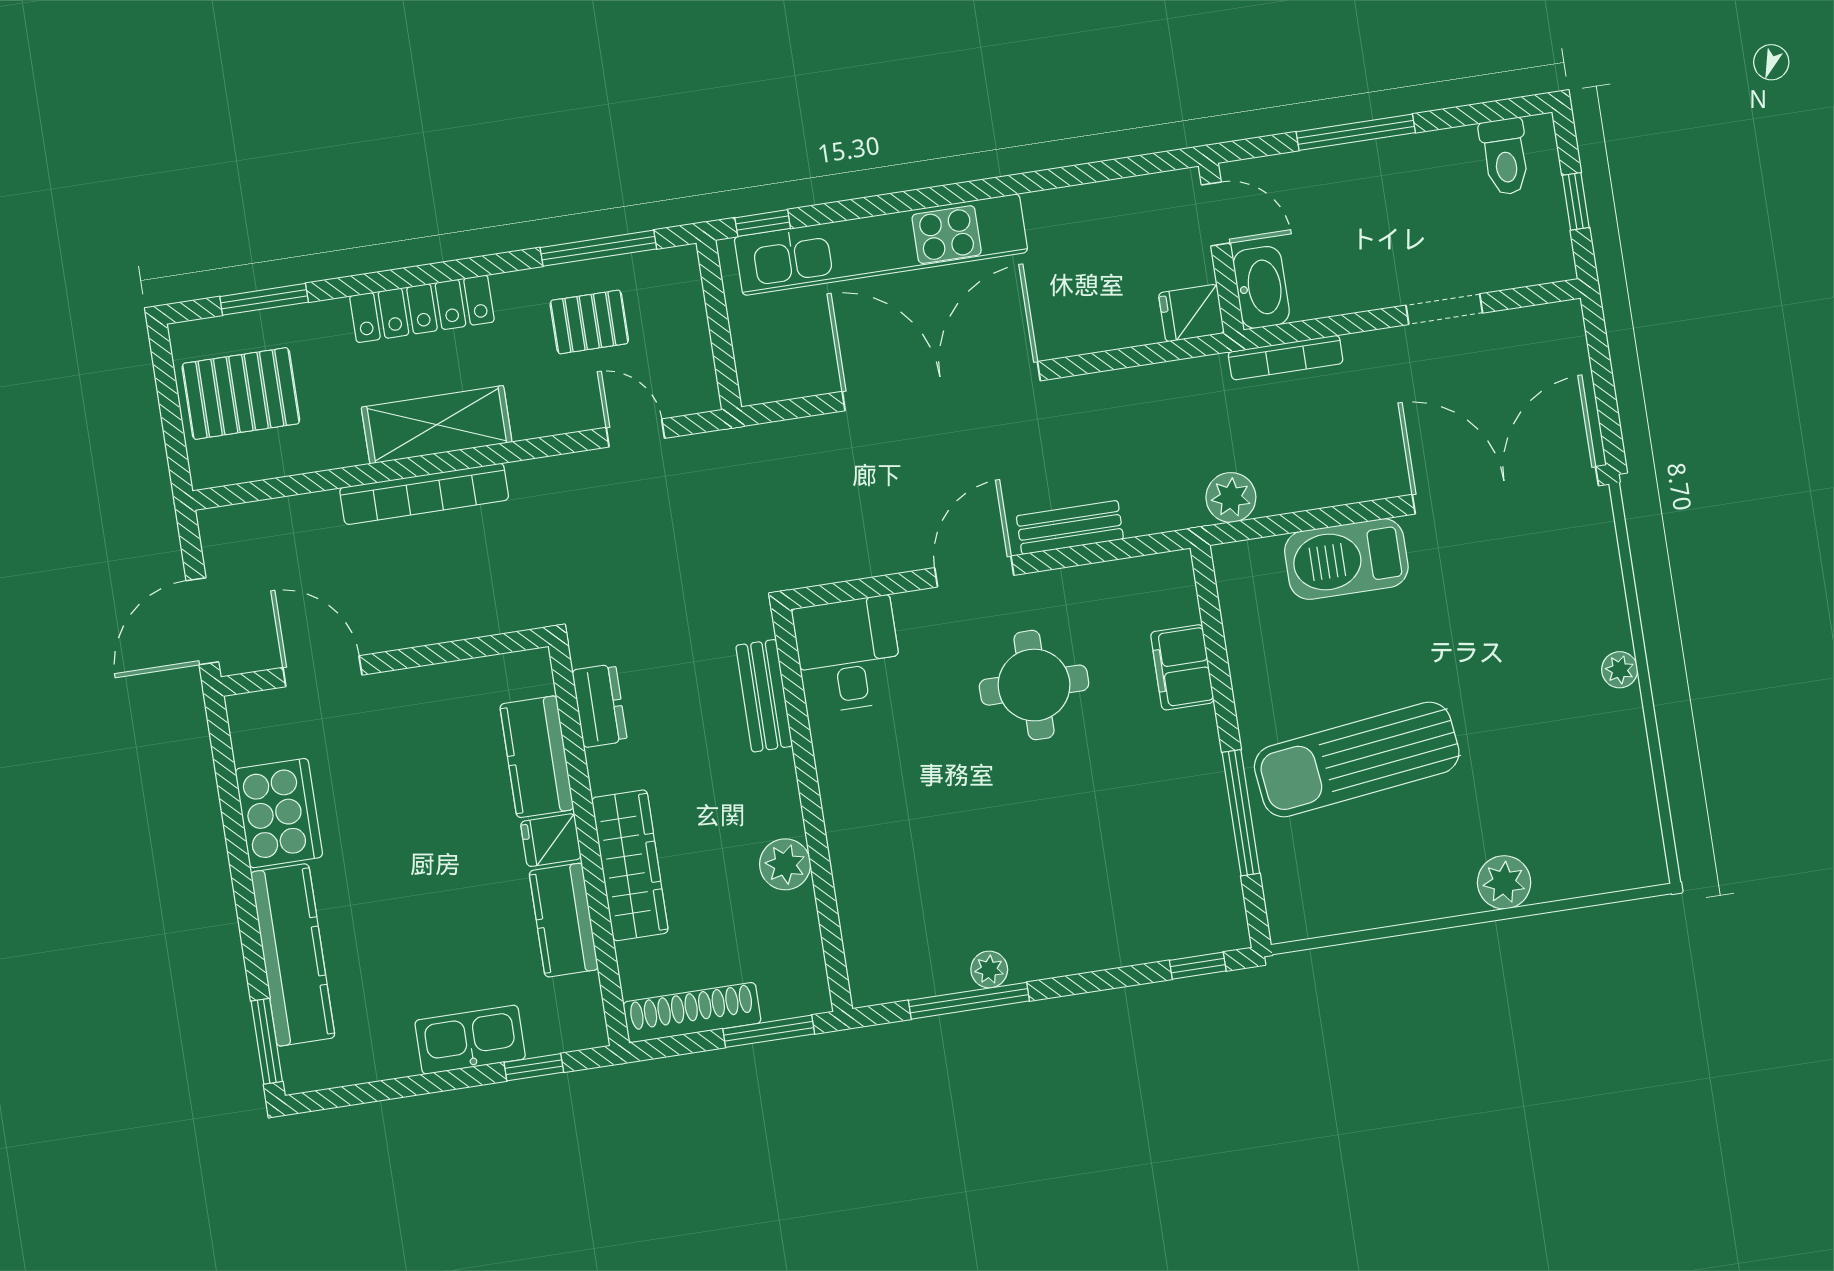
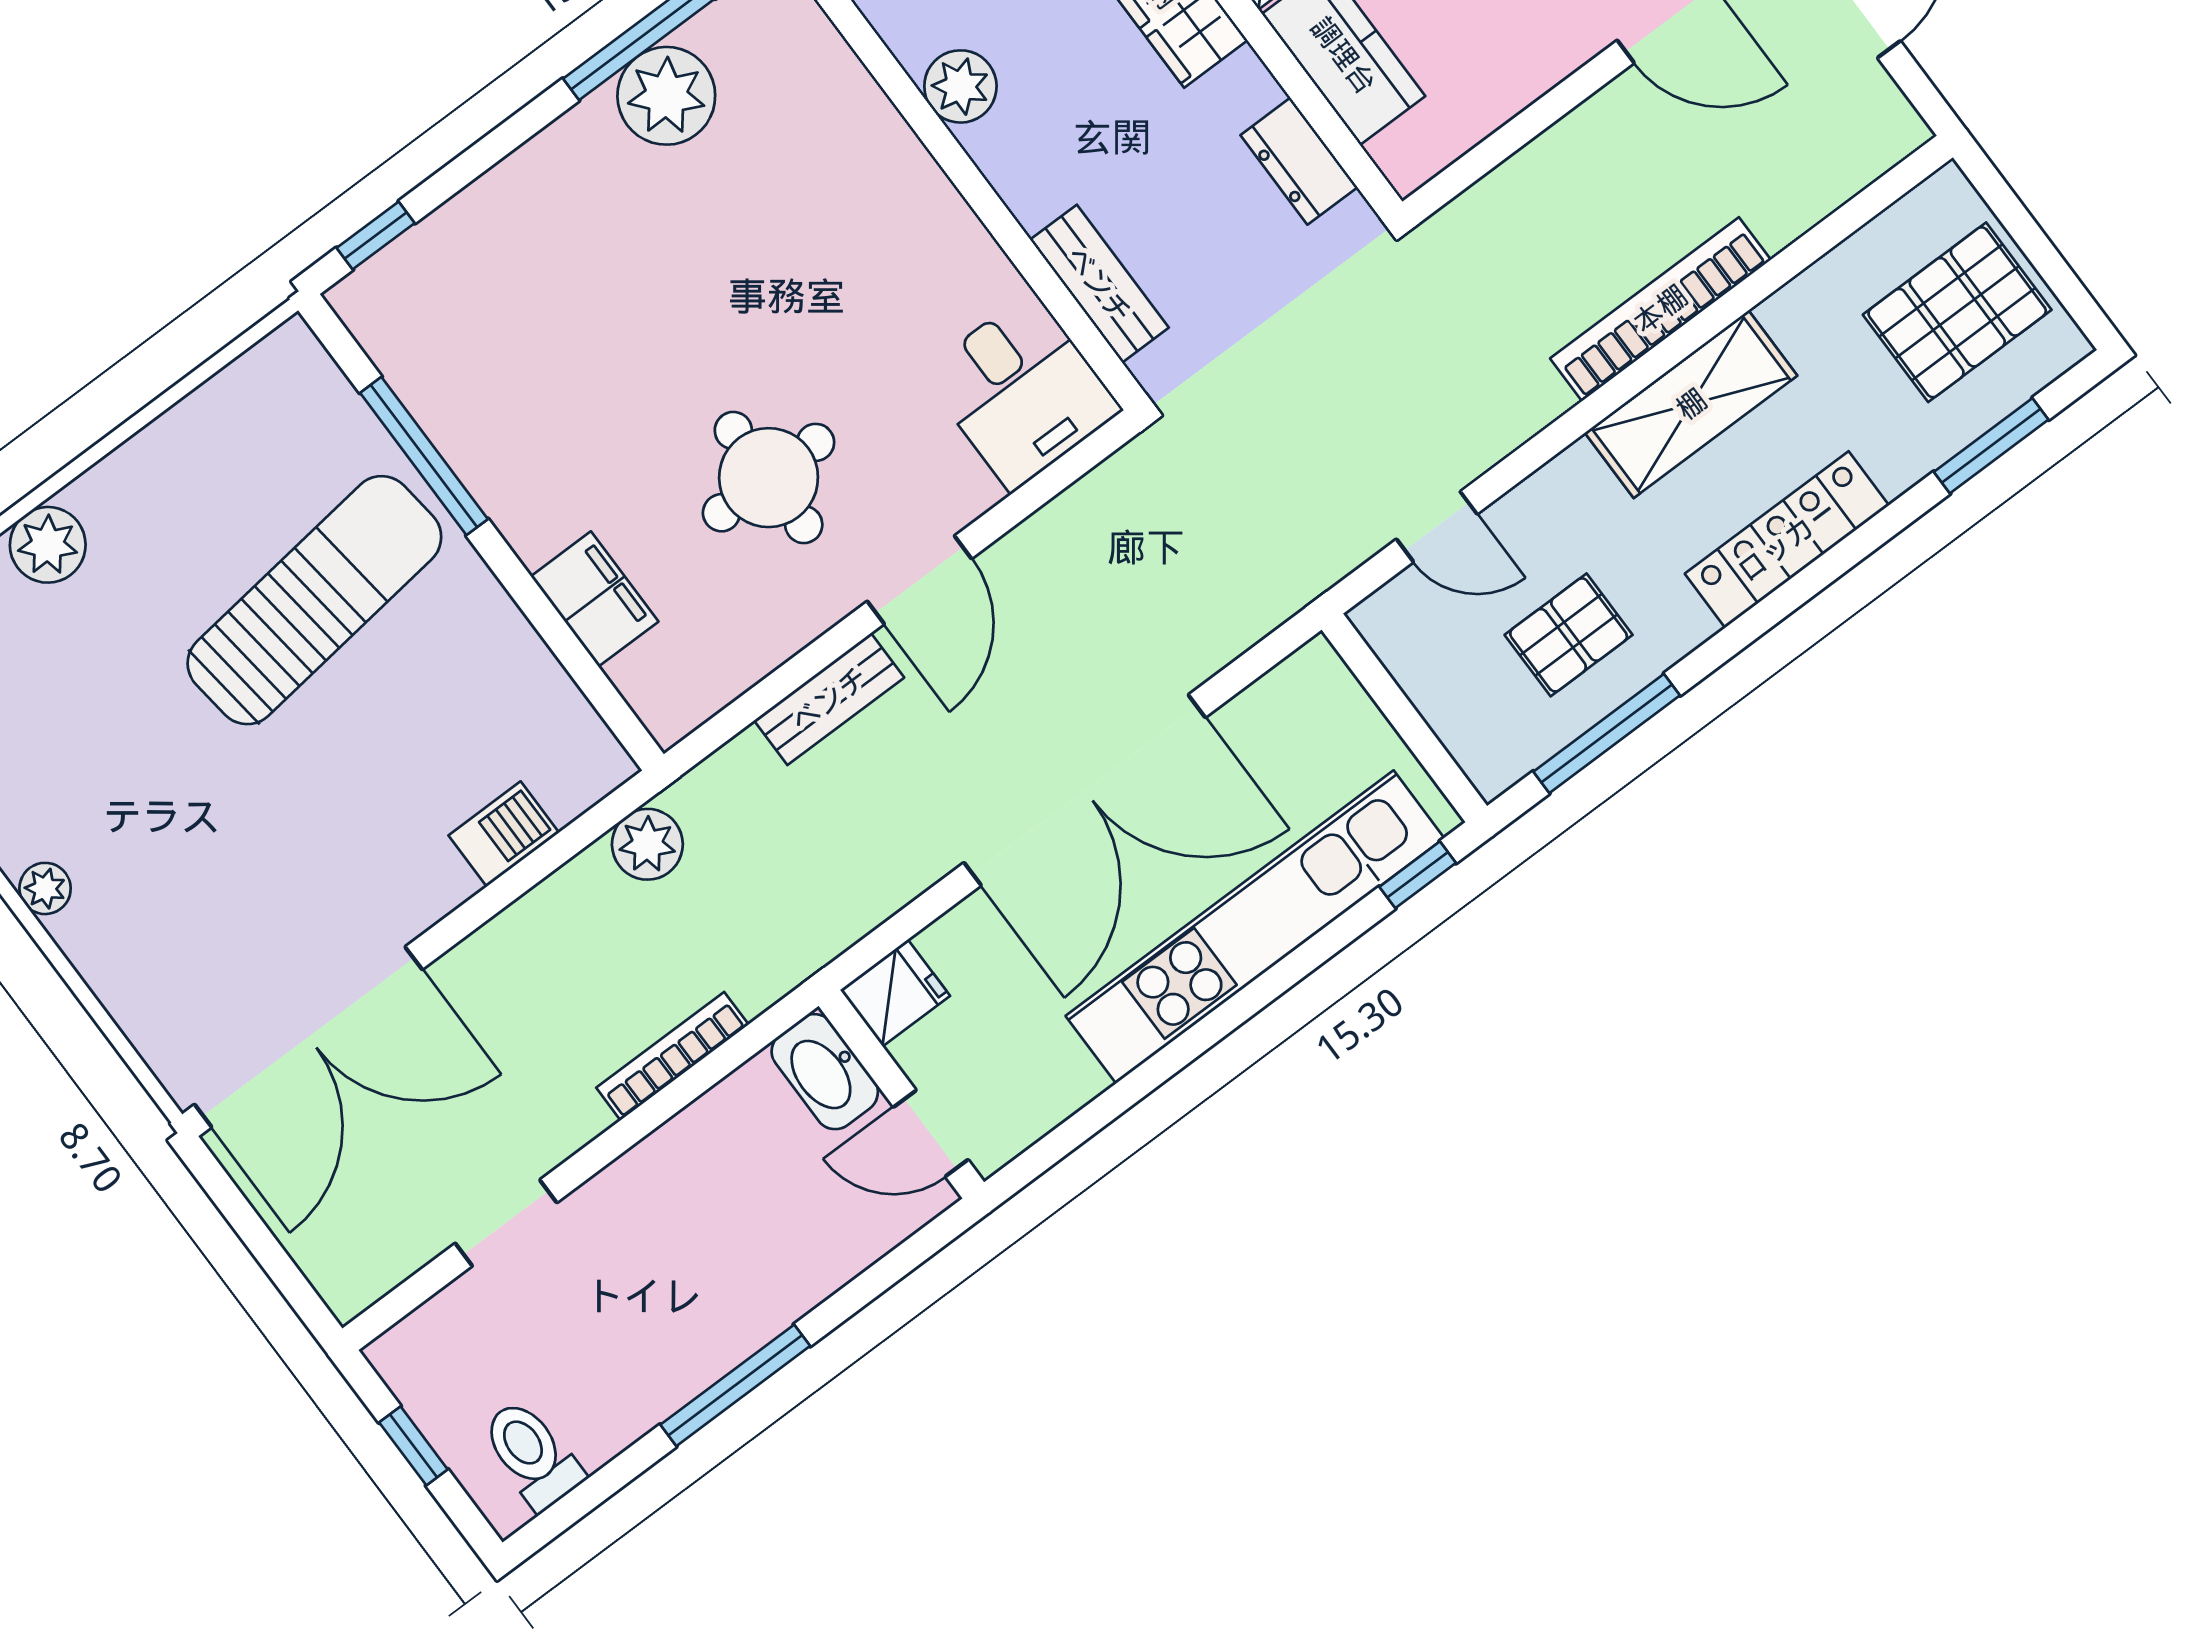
door: (1216, 214) -> (931, 1133), moved
wall: (1221, 248) -> (901, 1094), moved
washbasin: (1261, 287) -> (825, 1072), moved
fridge: (1191, 313) -> (895, 993), moved
barbecue: (1346, 559) -> (504, 834), width x0.53, depth x0.65
plant: (989, 969) -> (666, 96), width x1.88, depth x1.88

